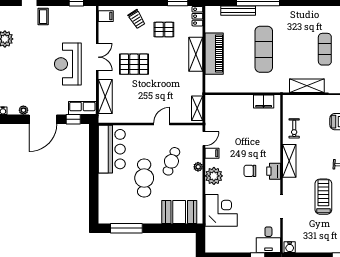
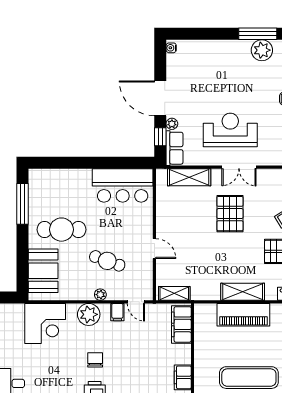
filing cabinet: (222, 103) -> (181, 324), added
plant: (23, 110) -> (172, 124), moved
cafe table: (144, 178) -> (62, 230), moved

